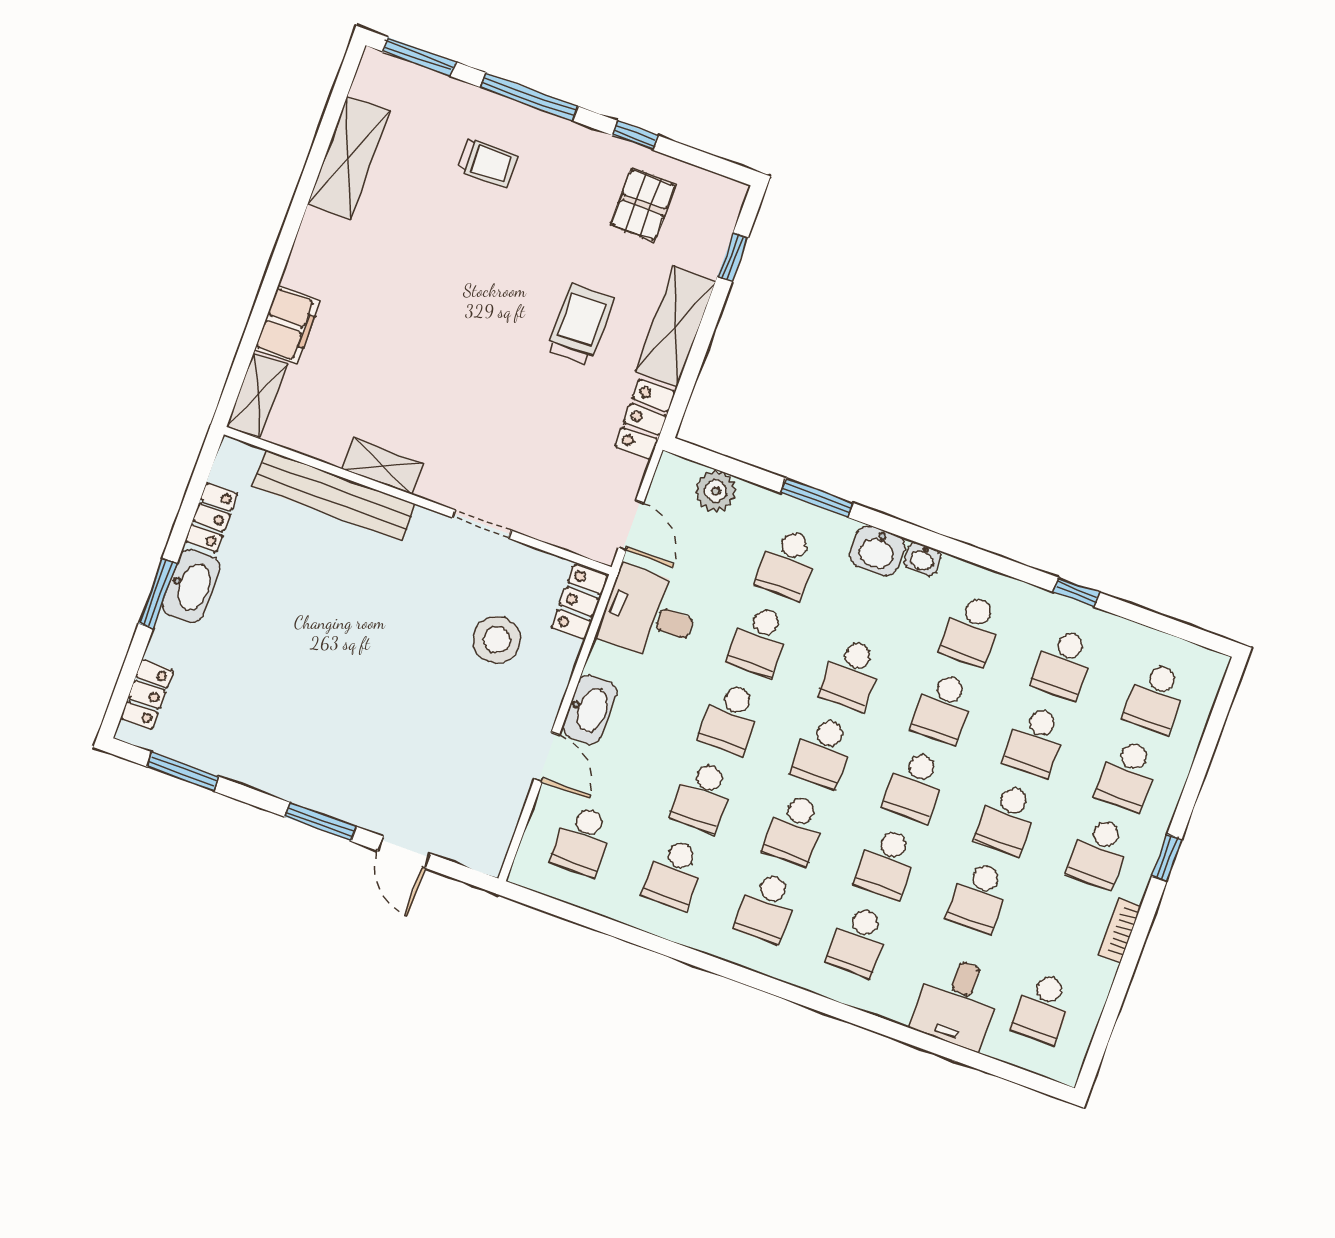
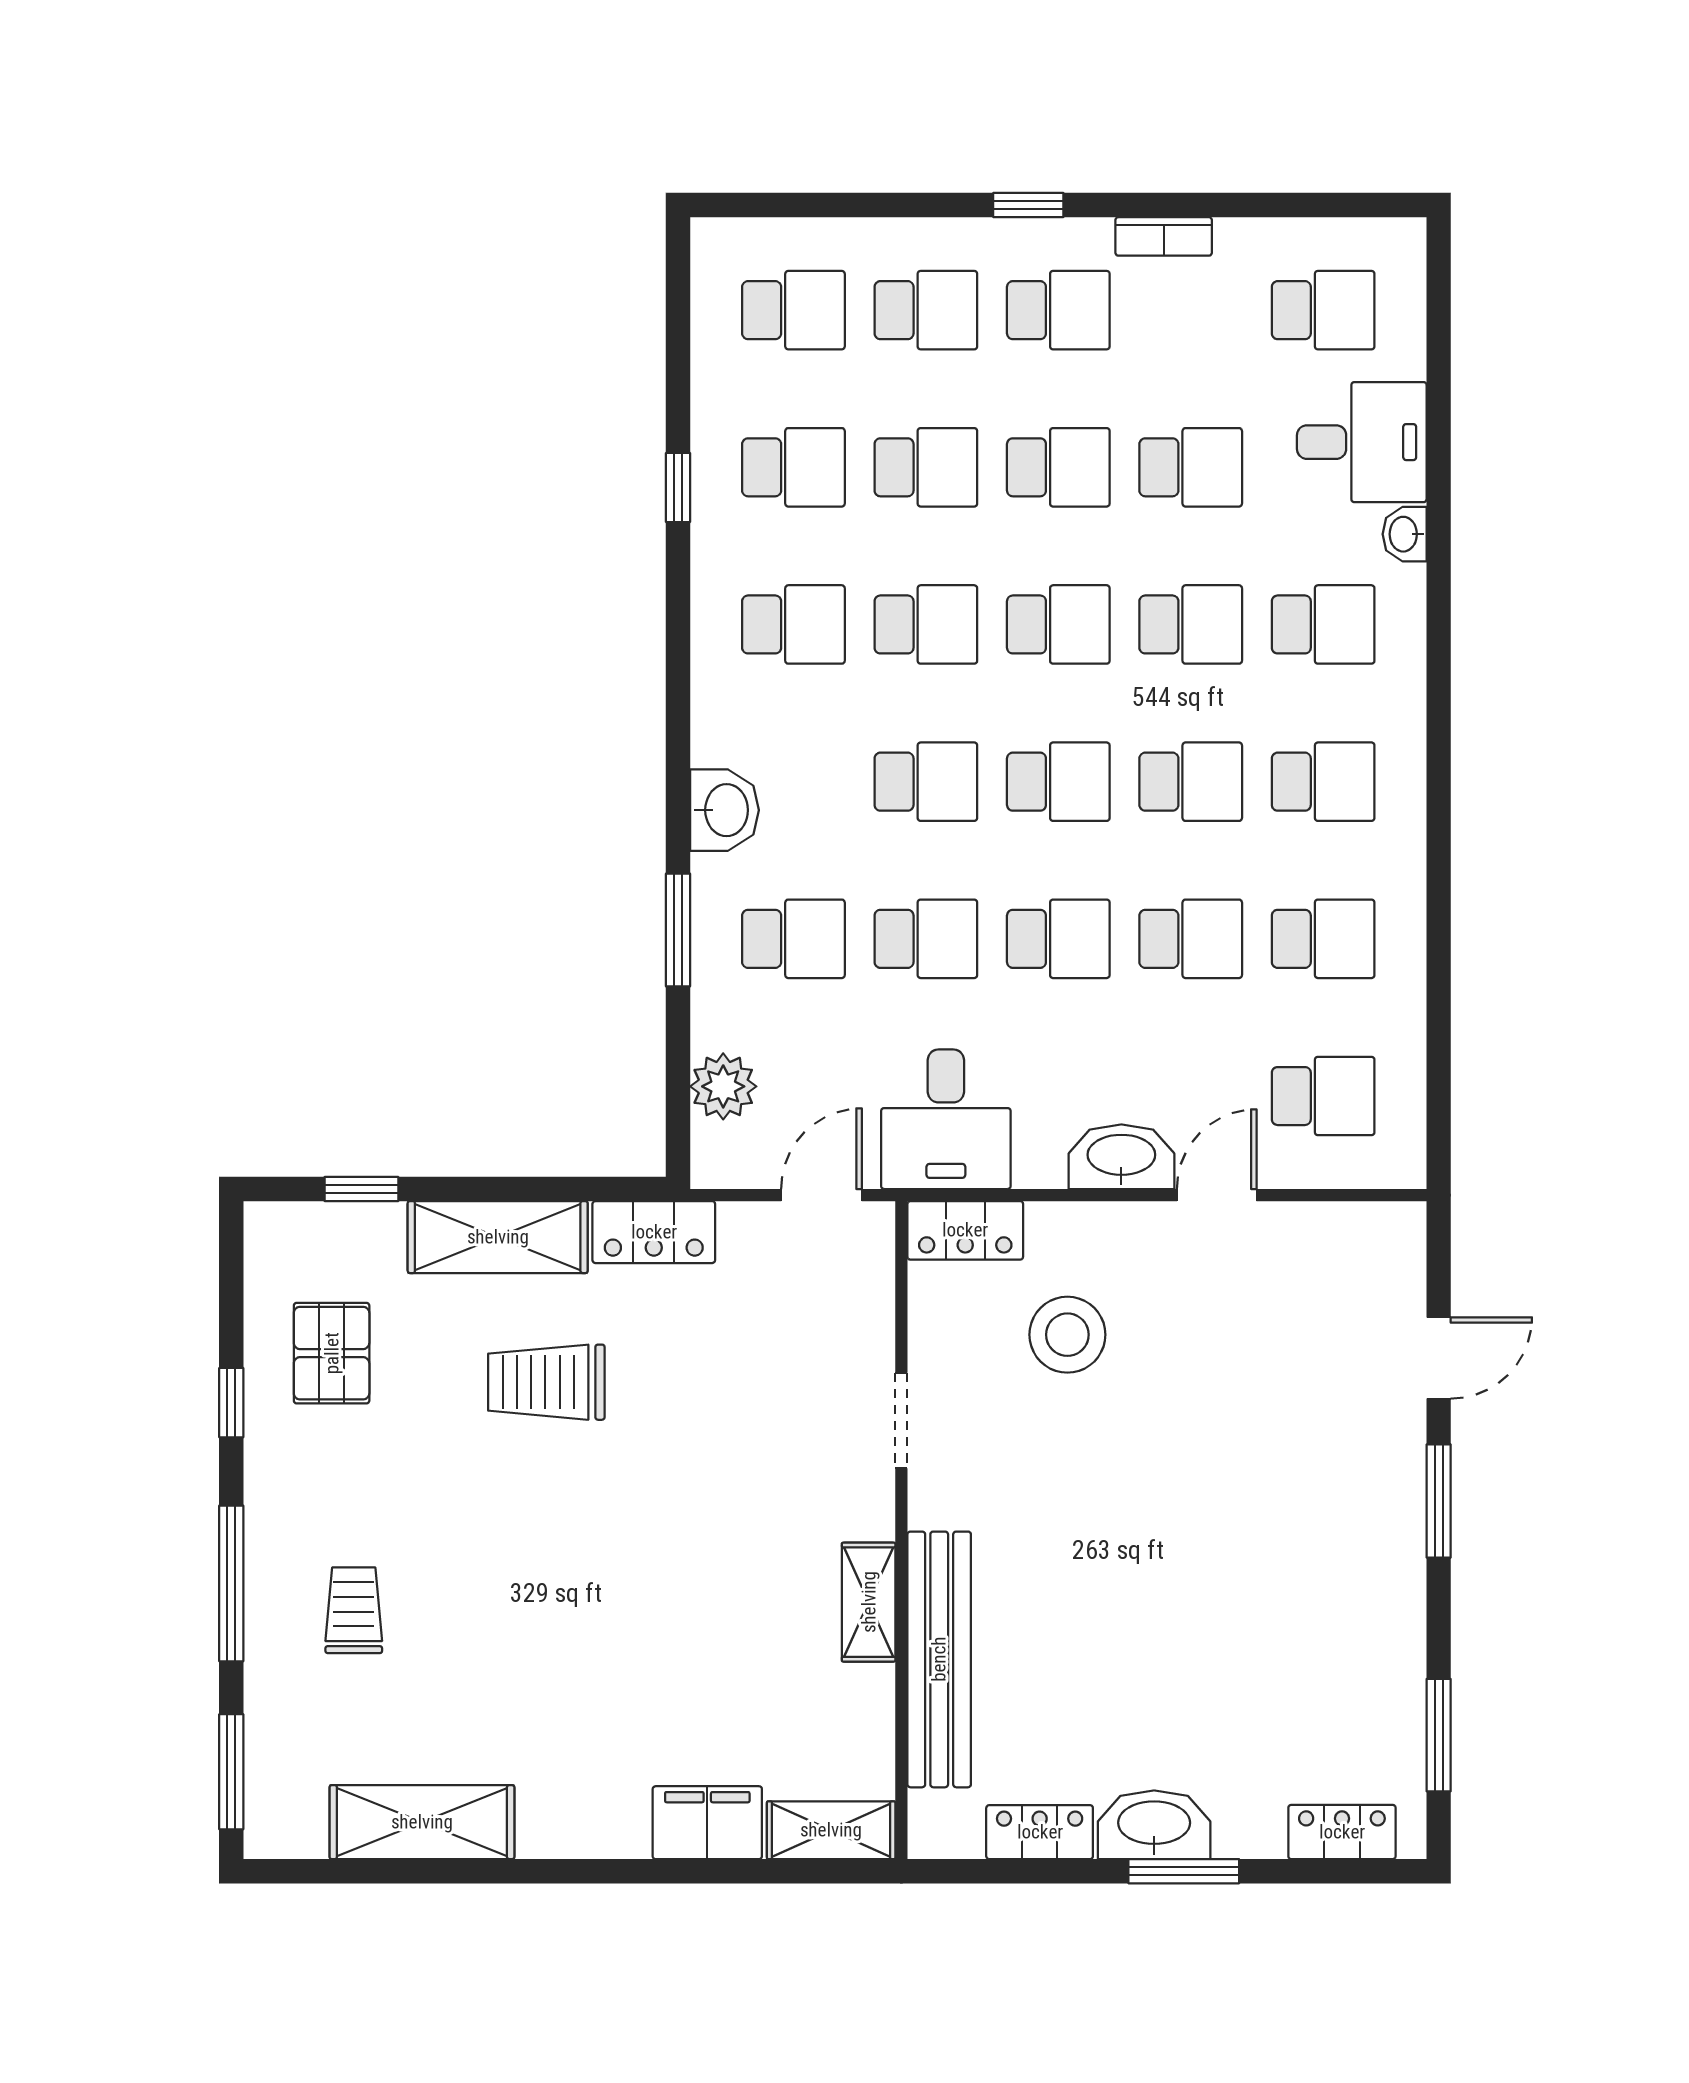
pallet: (643, 205) -> (332, 1353), turned 90
washbasin: (923, 559) -> (1405, 534), moved, turned 180

